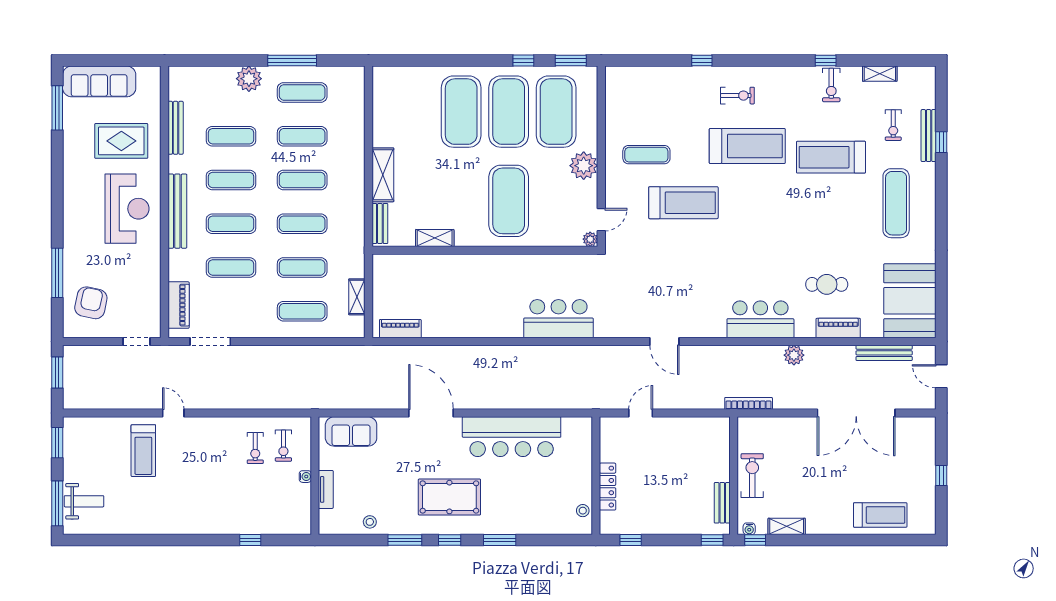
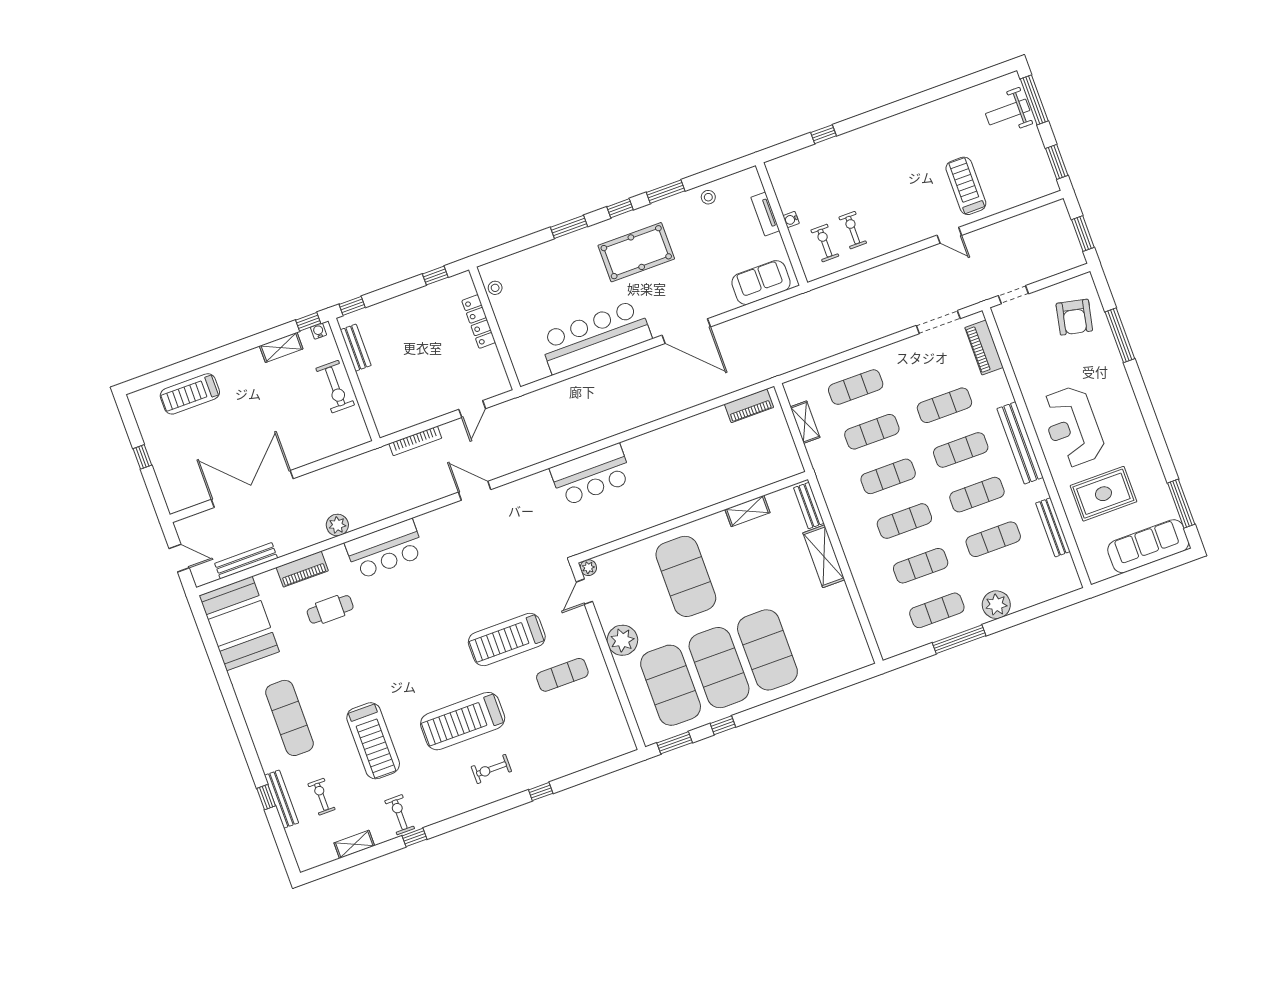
treadmill: (831, 157) -> (373, 741), turned 90
bookcase: (749, 403) -> (415, 441), moved

